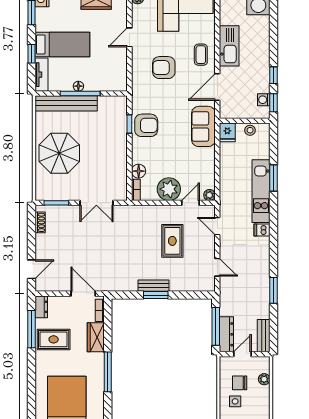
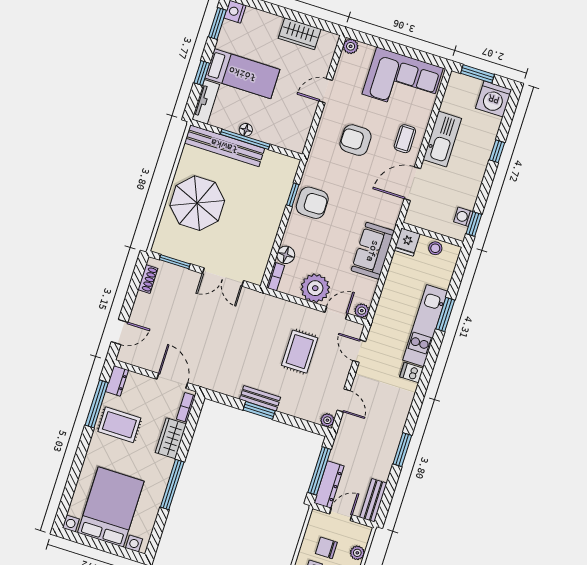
window: (273, 75) -> (497, 151), moved
sofa: (203, 126) -> (373, 251), moved
plant: (210, 286) -> (327, 420), added

